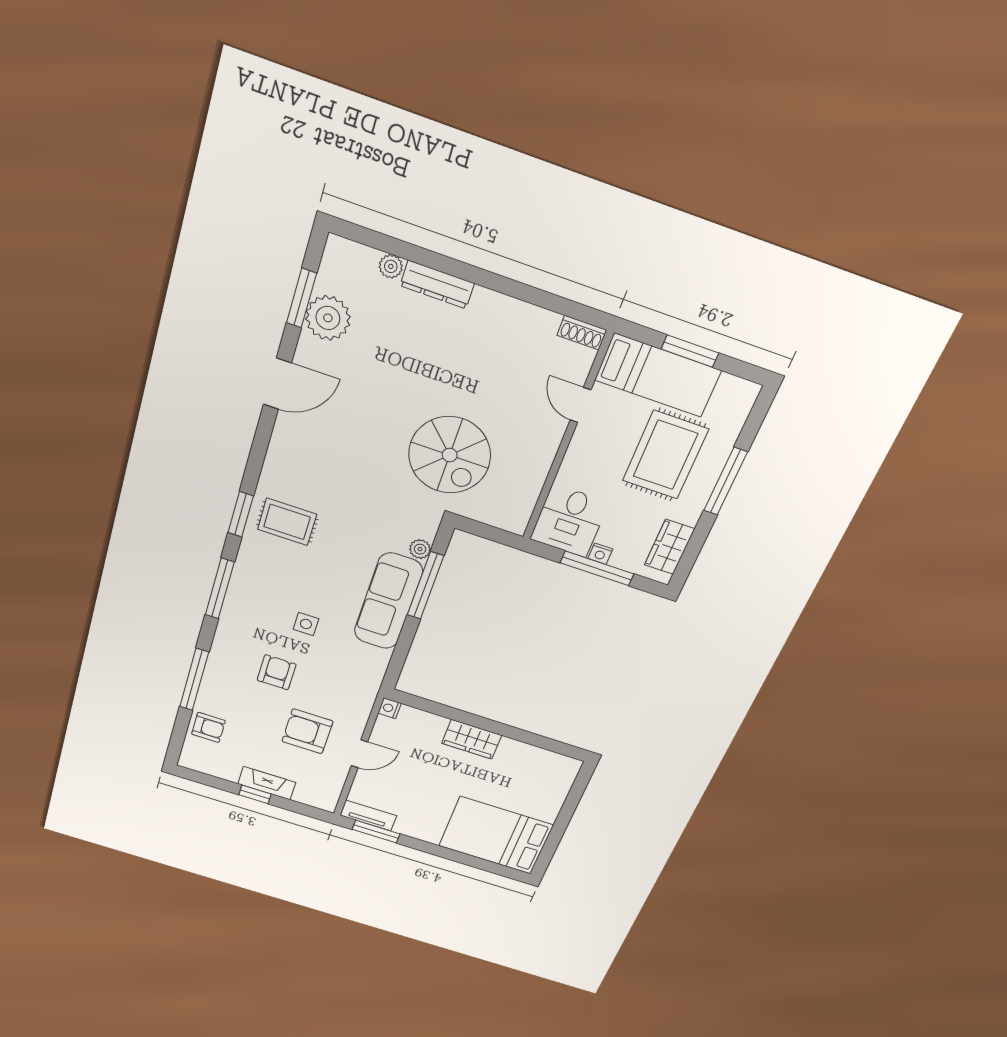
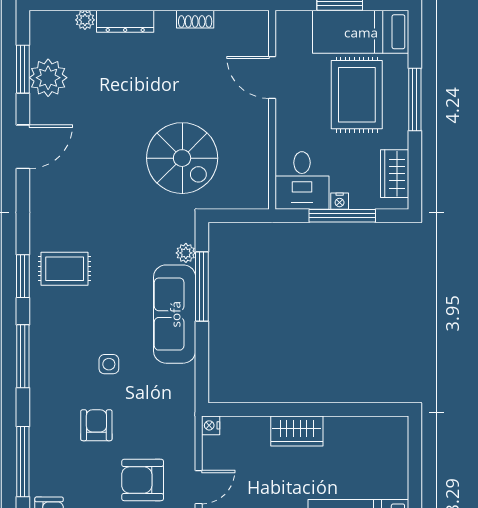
shoe rack: (582, 333) -> (195, 19), moved
bed: (658, 375) -> (361, 32), moved, turned 180
door: (580, 405) -> (272, 77), width x1.38

